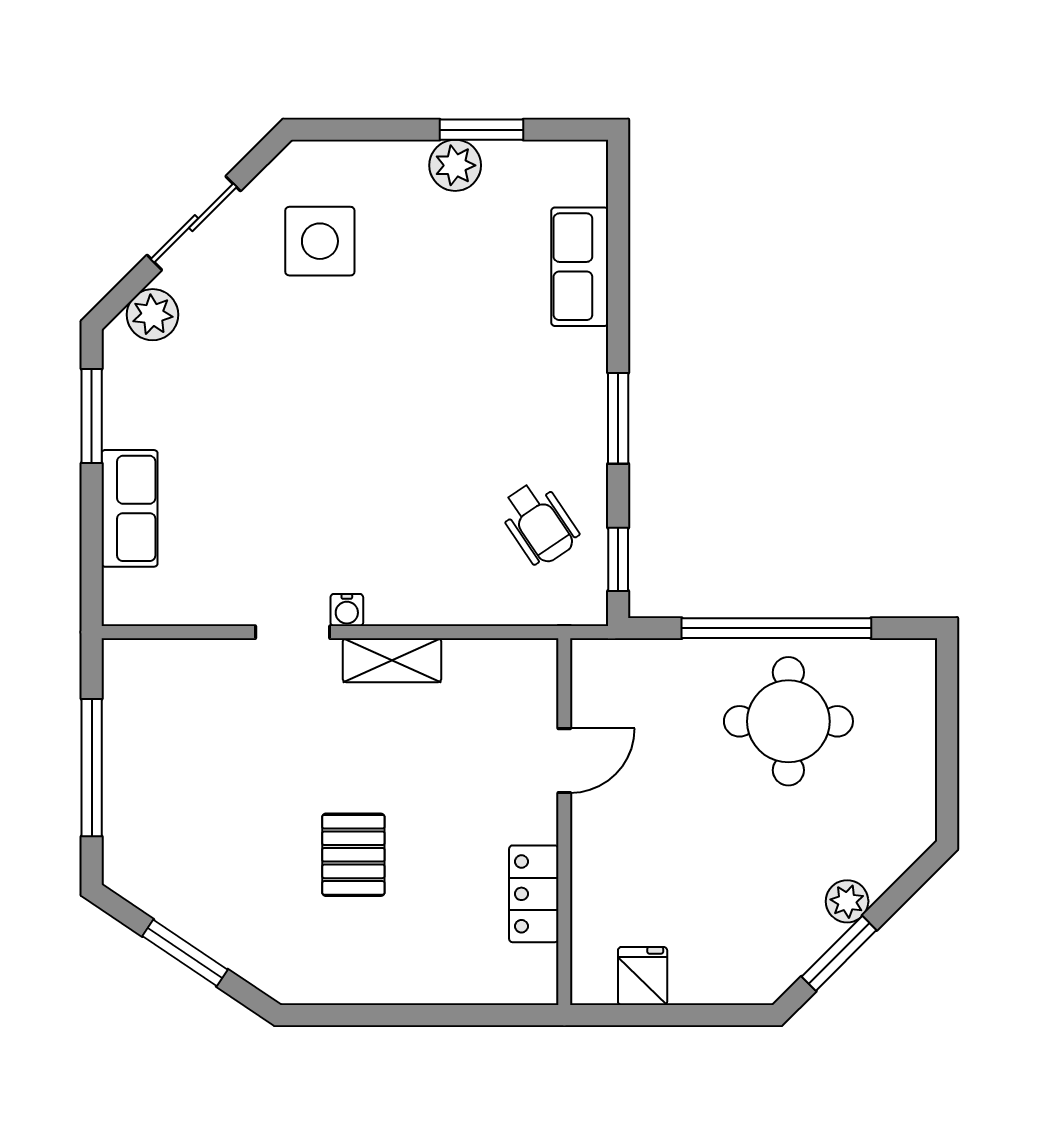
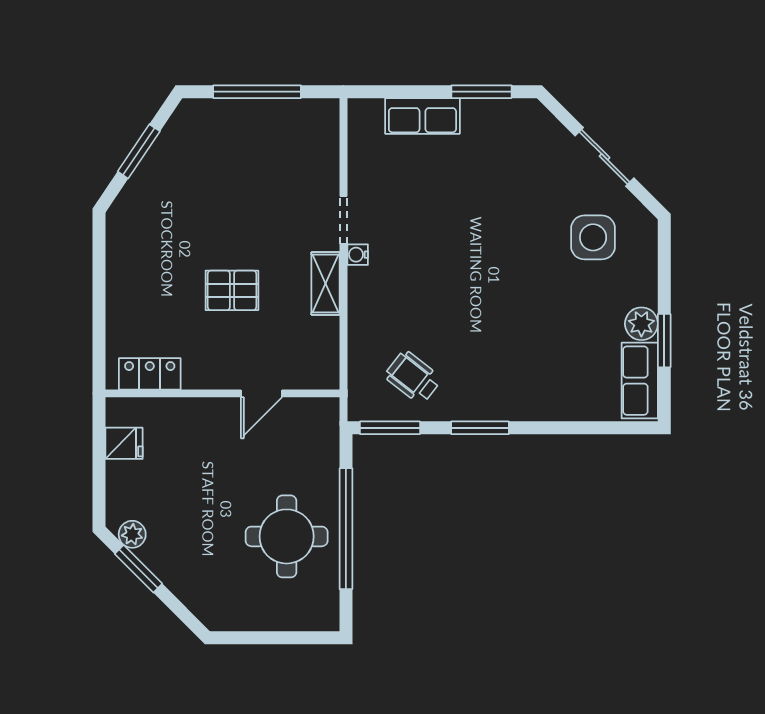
row of seats: (580, 267) -> (640, 381), moved, turned -90
plant: (153, 315) -> (546, 131), removed
wheelchair: (539, 523) -> (413, 377), turned 72
window: (618, 559) -> (390, 428), width x1.50
door: (564, 761) -> (261, 393), hinge flipped
pallet: (353, 855) -> (232, 290), moved
locker: (534, 894) -> (150, 374), moved
plant: (847, 901) -> (132, 534), moved

